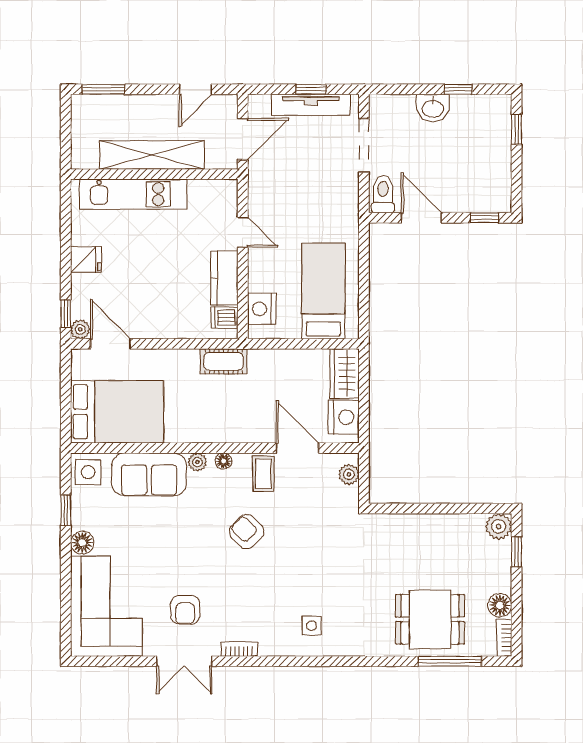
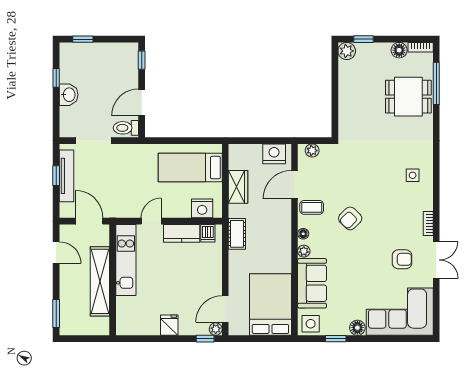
kitchen unit: (133, 194) -> (126, 260), moved
wardrobe: (345, 373) -> (238, 187), moved, turned -90
dining table: (430, 619) -> (408, 97), turned 90

